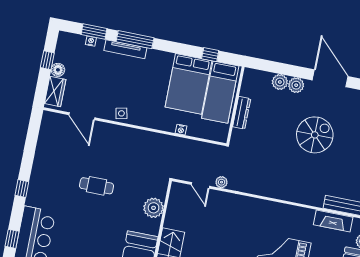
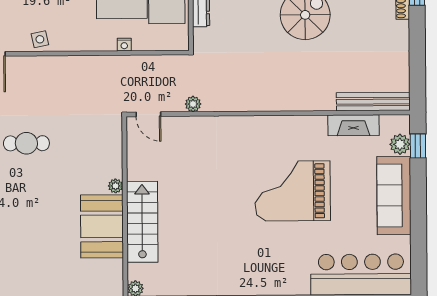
door: (200, 185) -> (148, 114), moved
plant: (154, 208) -> (116, 186), moved, width x0.53, depth x0.53

